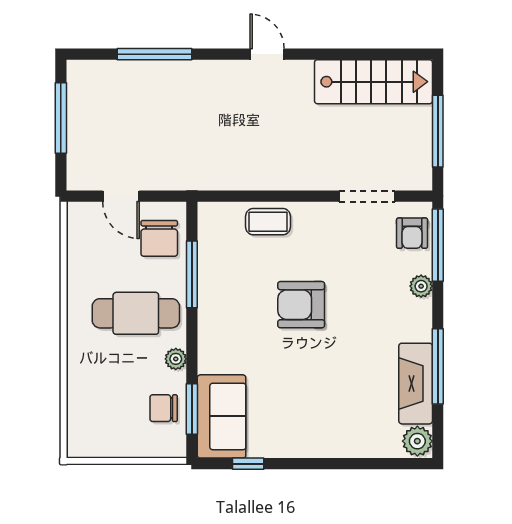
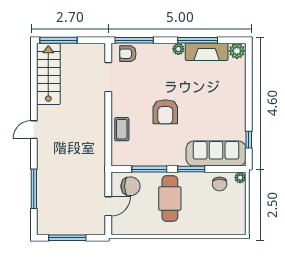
window: (438, 131) -> (58, 40), moved
armchair: (412, 233) -> (128, 54), turned 180
plant: (421, 286) -> (178, 49), moved
plant: (176, 359) -> (240, 178), moved
window: (192, 409) -> (191, 169), moved
sofa: (222, 416) -> (216, 154), width x1.36

